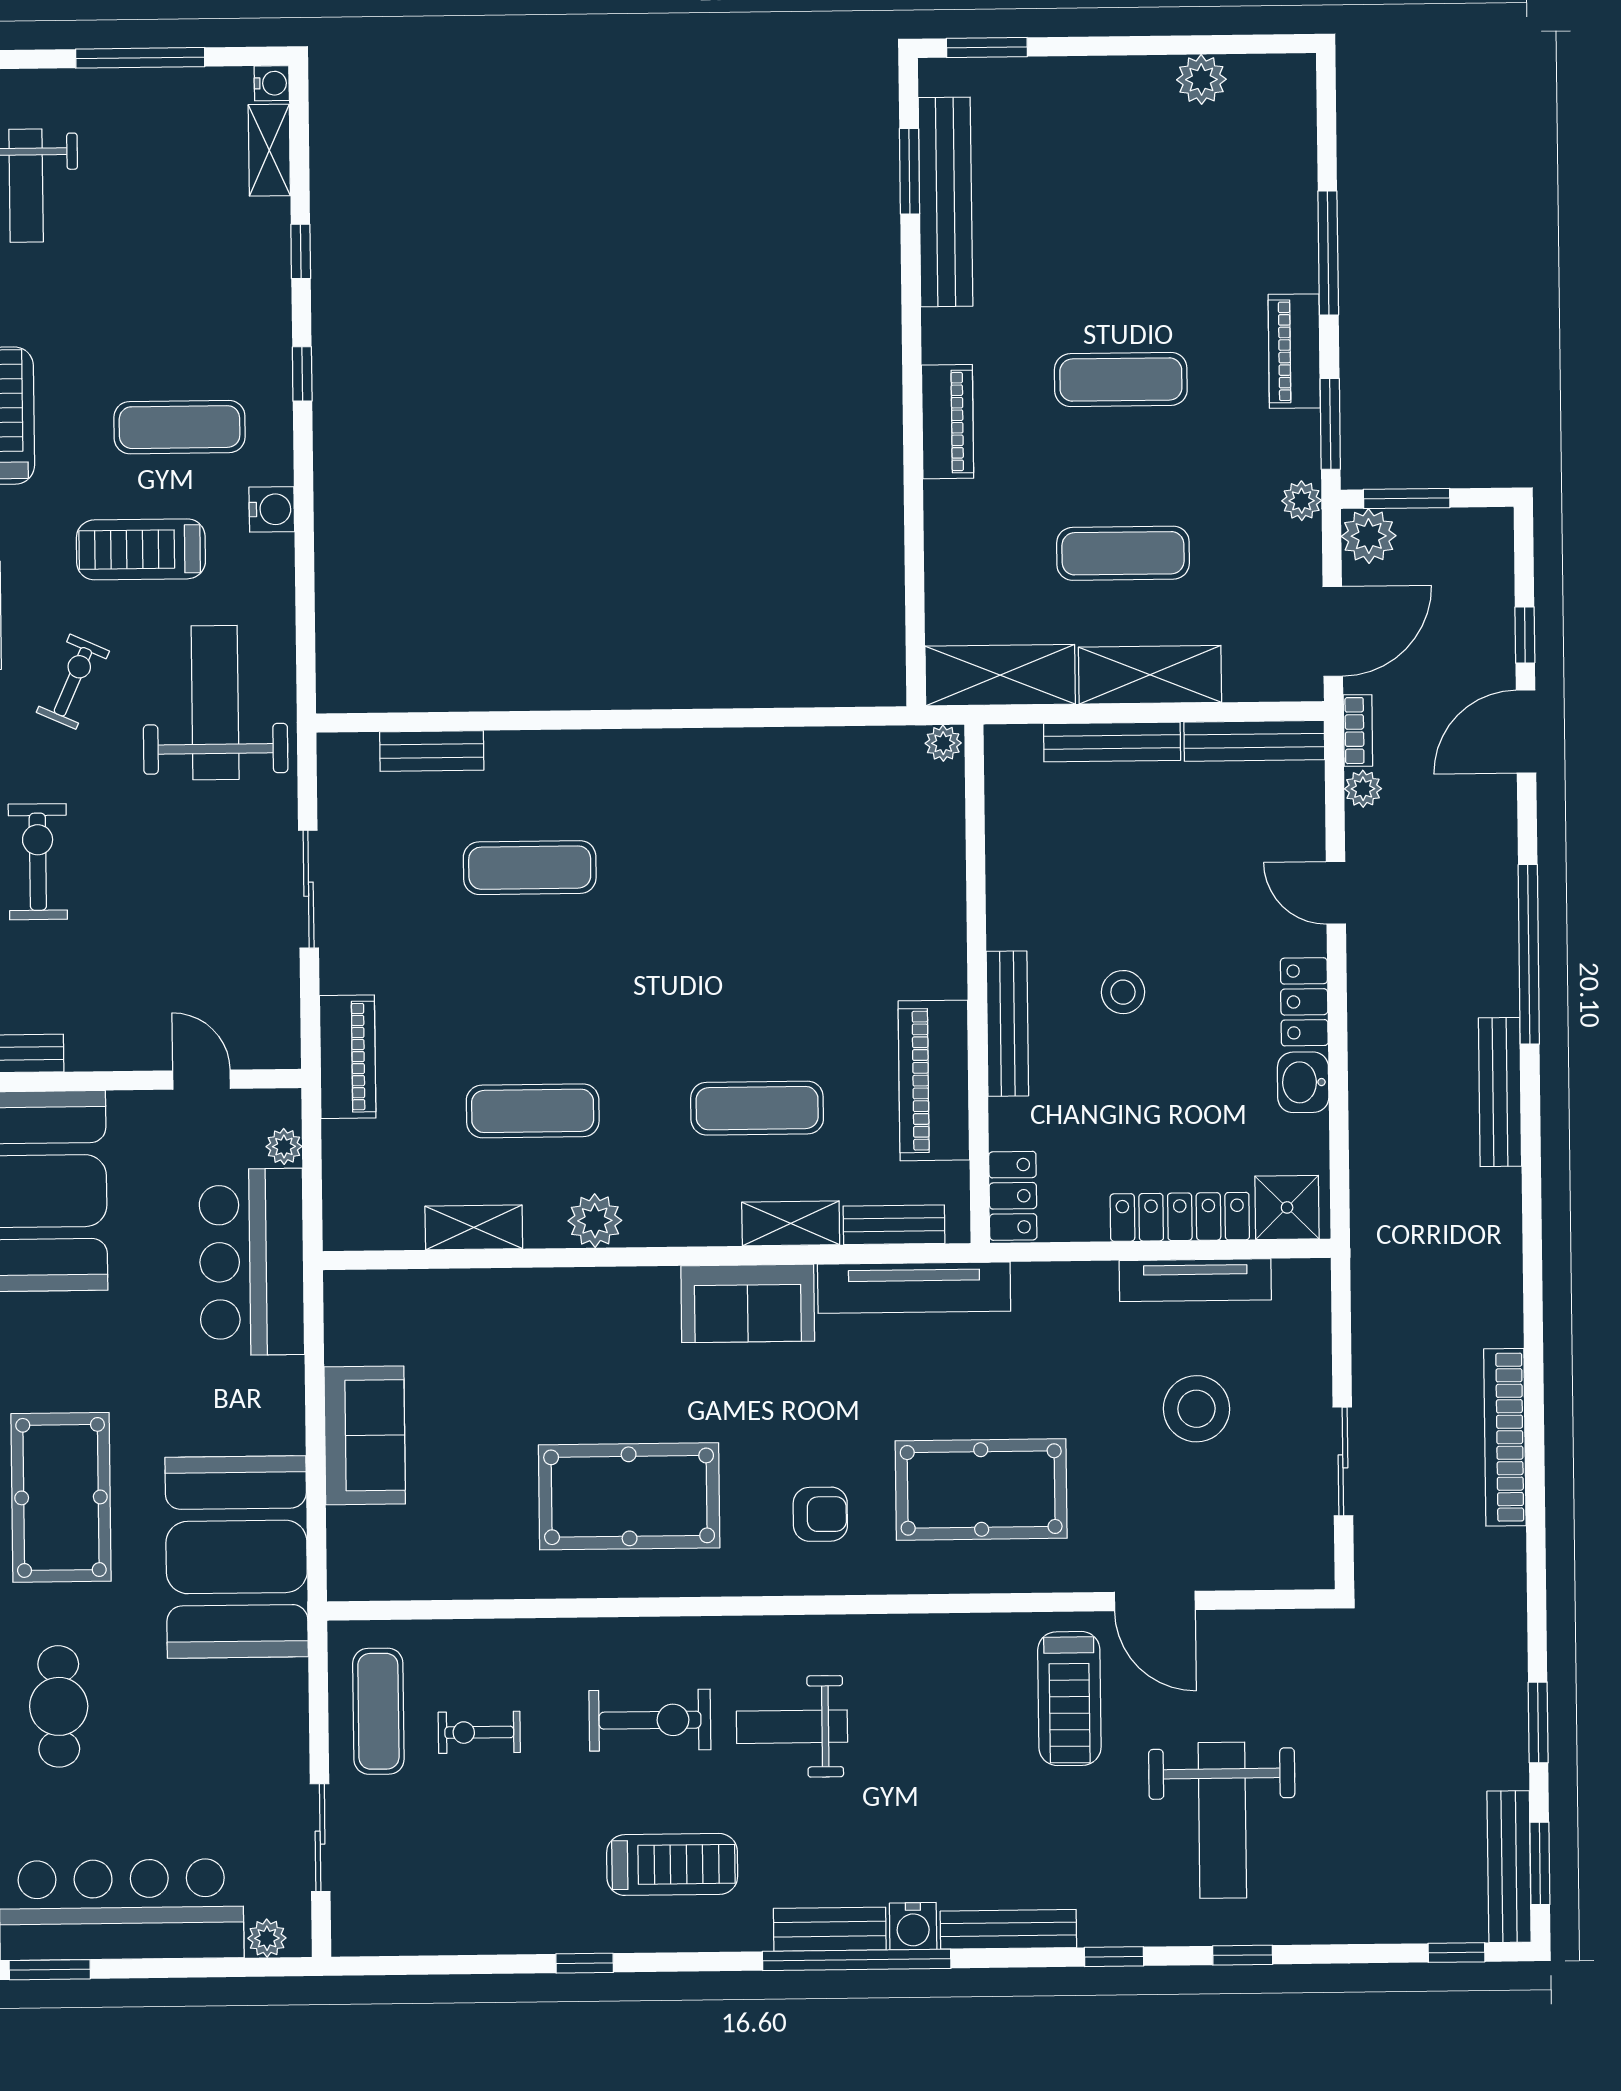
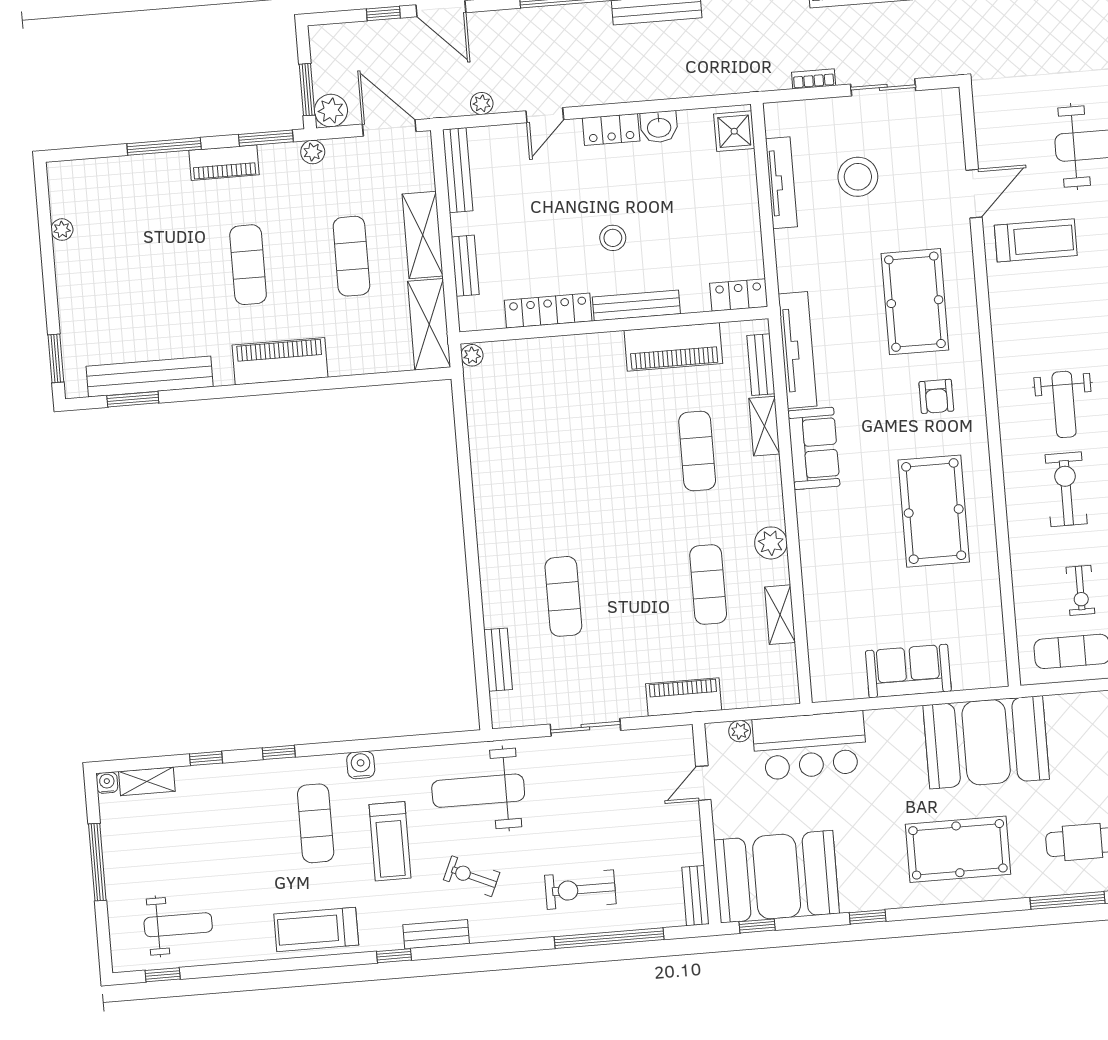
plant: (1201, 79) -> (62, 230), width x0.73, depth x0.73
piano: (948, 422) -> (280, 361), width x1.37, depth x1.33
bookcase: (1358, 731) -> (814, 79), moved
bench: (1112, 742) -> (465, 266), width x0.73
locker: (1180, 1217) -> (548, 311), moved, turned 90
armchair: (820, 1514) -> (936, 396), turned 180

